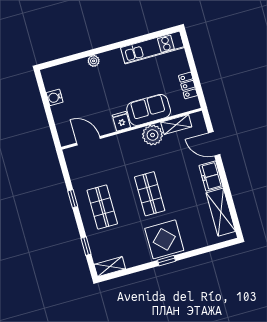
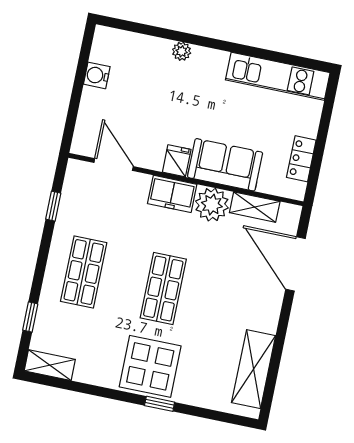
door: (214, 144) -> (295, 264), width x1.36
freezer: (211, 176) -> (172, 194), moved, turned -90
window: (73, 199) -> (53, 206), moved
window: (167, 261) -> (160, 404), moved

